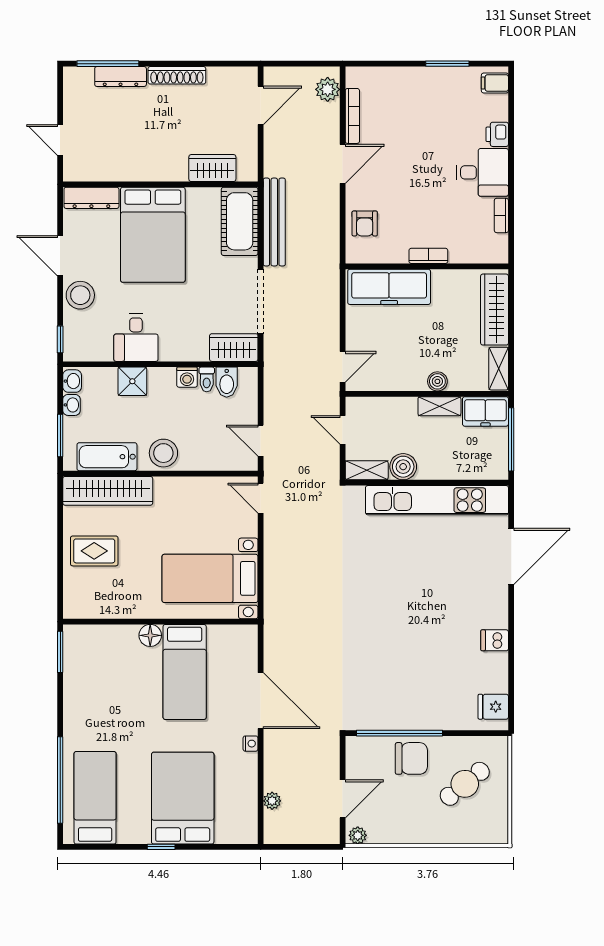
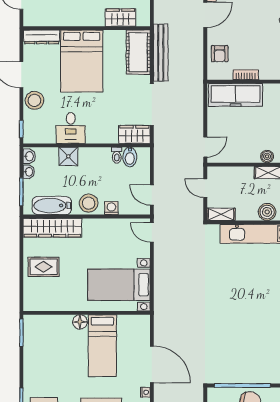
bookcase: (428, 256) -> (246, 75), moved
washing machine: (187, 377) -> (111, 208), moved, turned 180
boiler: (403, 467) -> (267, 212), moved

